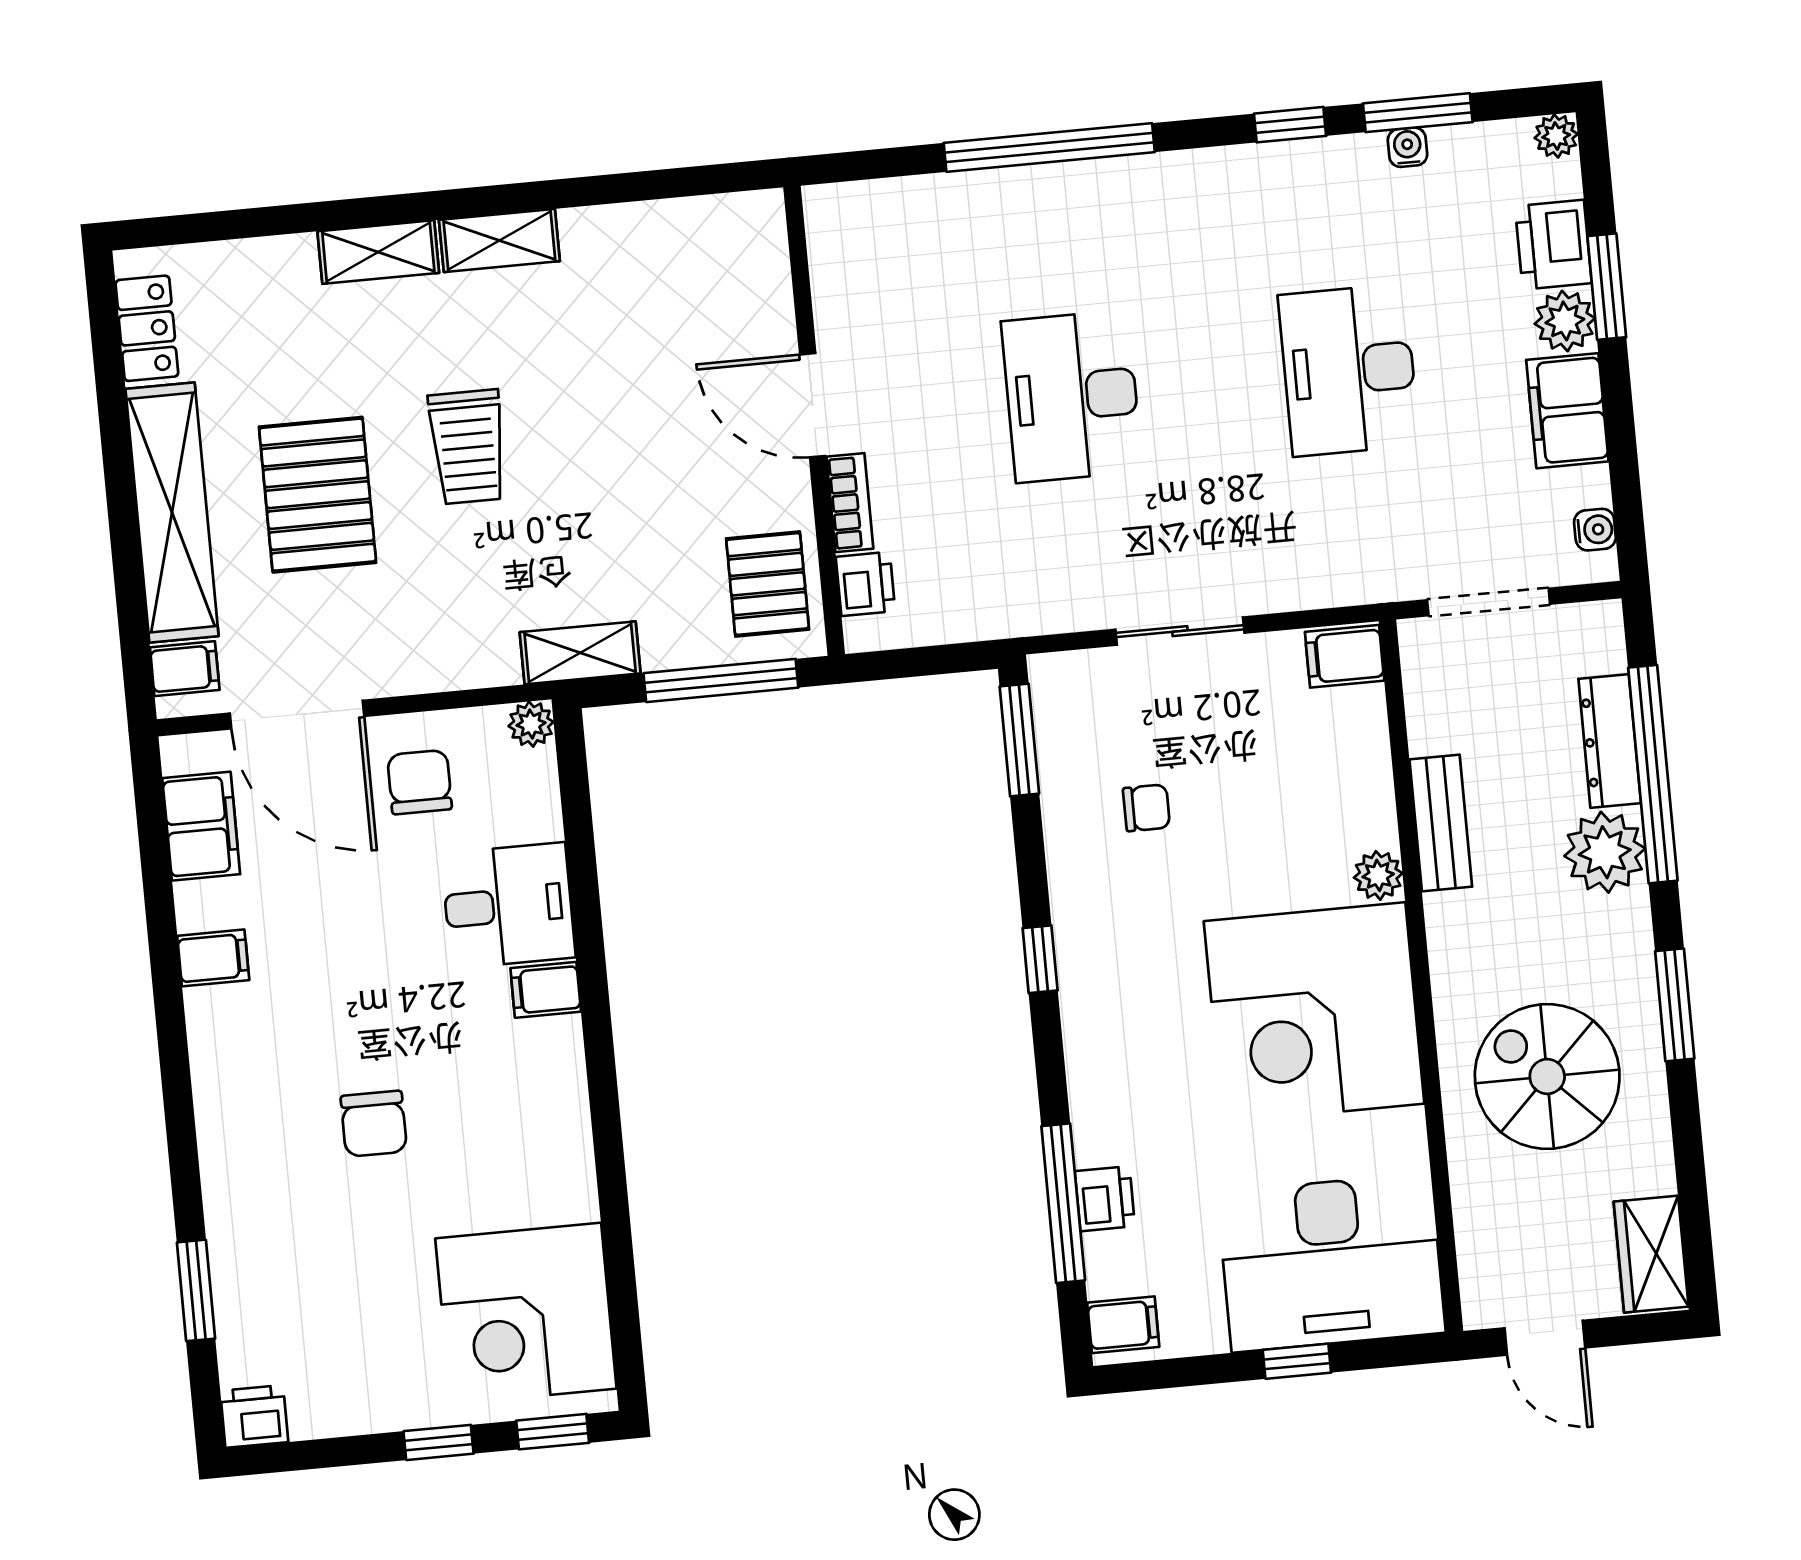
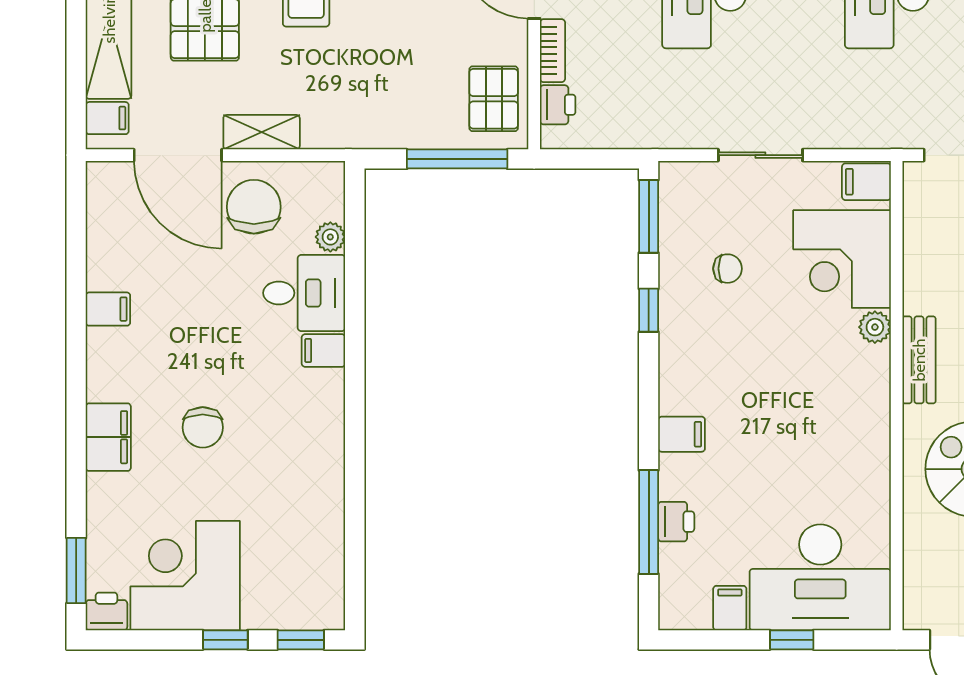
shelving: (580, 653) -> (262, 132), moved
plant: (531, 724) -> (330, 237), moved
chair: (420, 782) -> (254, 207), width x1.37, depth x1.37
bench: (1441, 823) -> (919, 360), moved
filing cabinet: (201, 826) -> (108, 437), moved
window: (1040, 959) -> (649, 310), moved
corner desk: (1314, 1012) -> (842, 259), moved, width x0.74, depth x0.74
filing cabinet: (1100, 1065) -> (682, 434), added
window: (196, 1290) -> (76, 571), moved
corner desk: (526, 1313) -> (185, 576), moved, turned 90
filing cabinet: (1123, 1325) -> (730, 608), moved, turned -90

